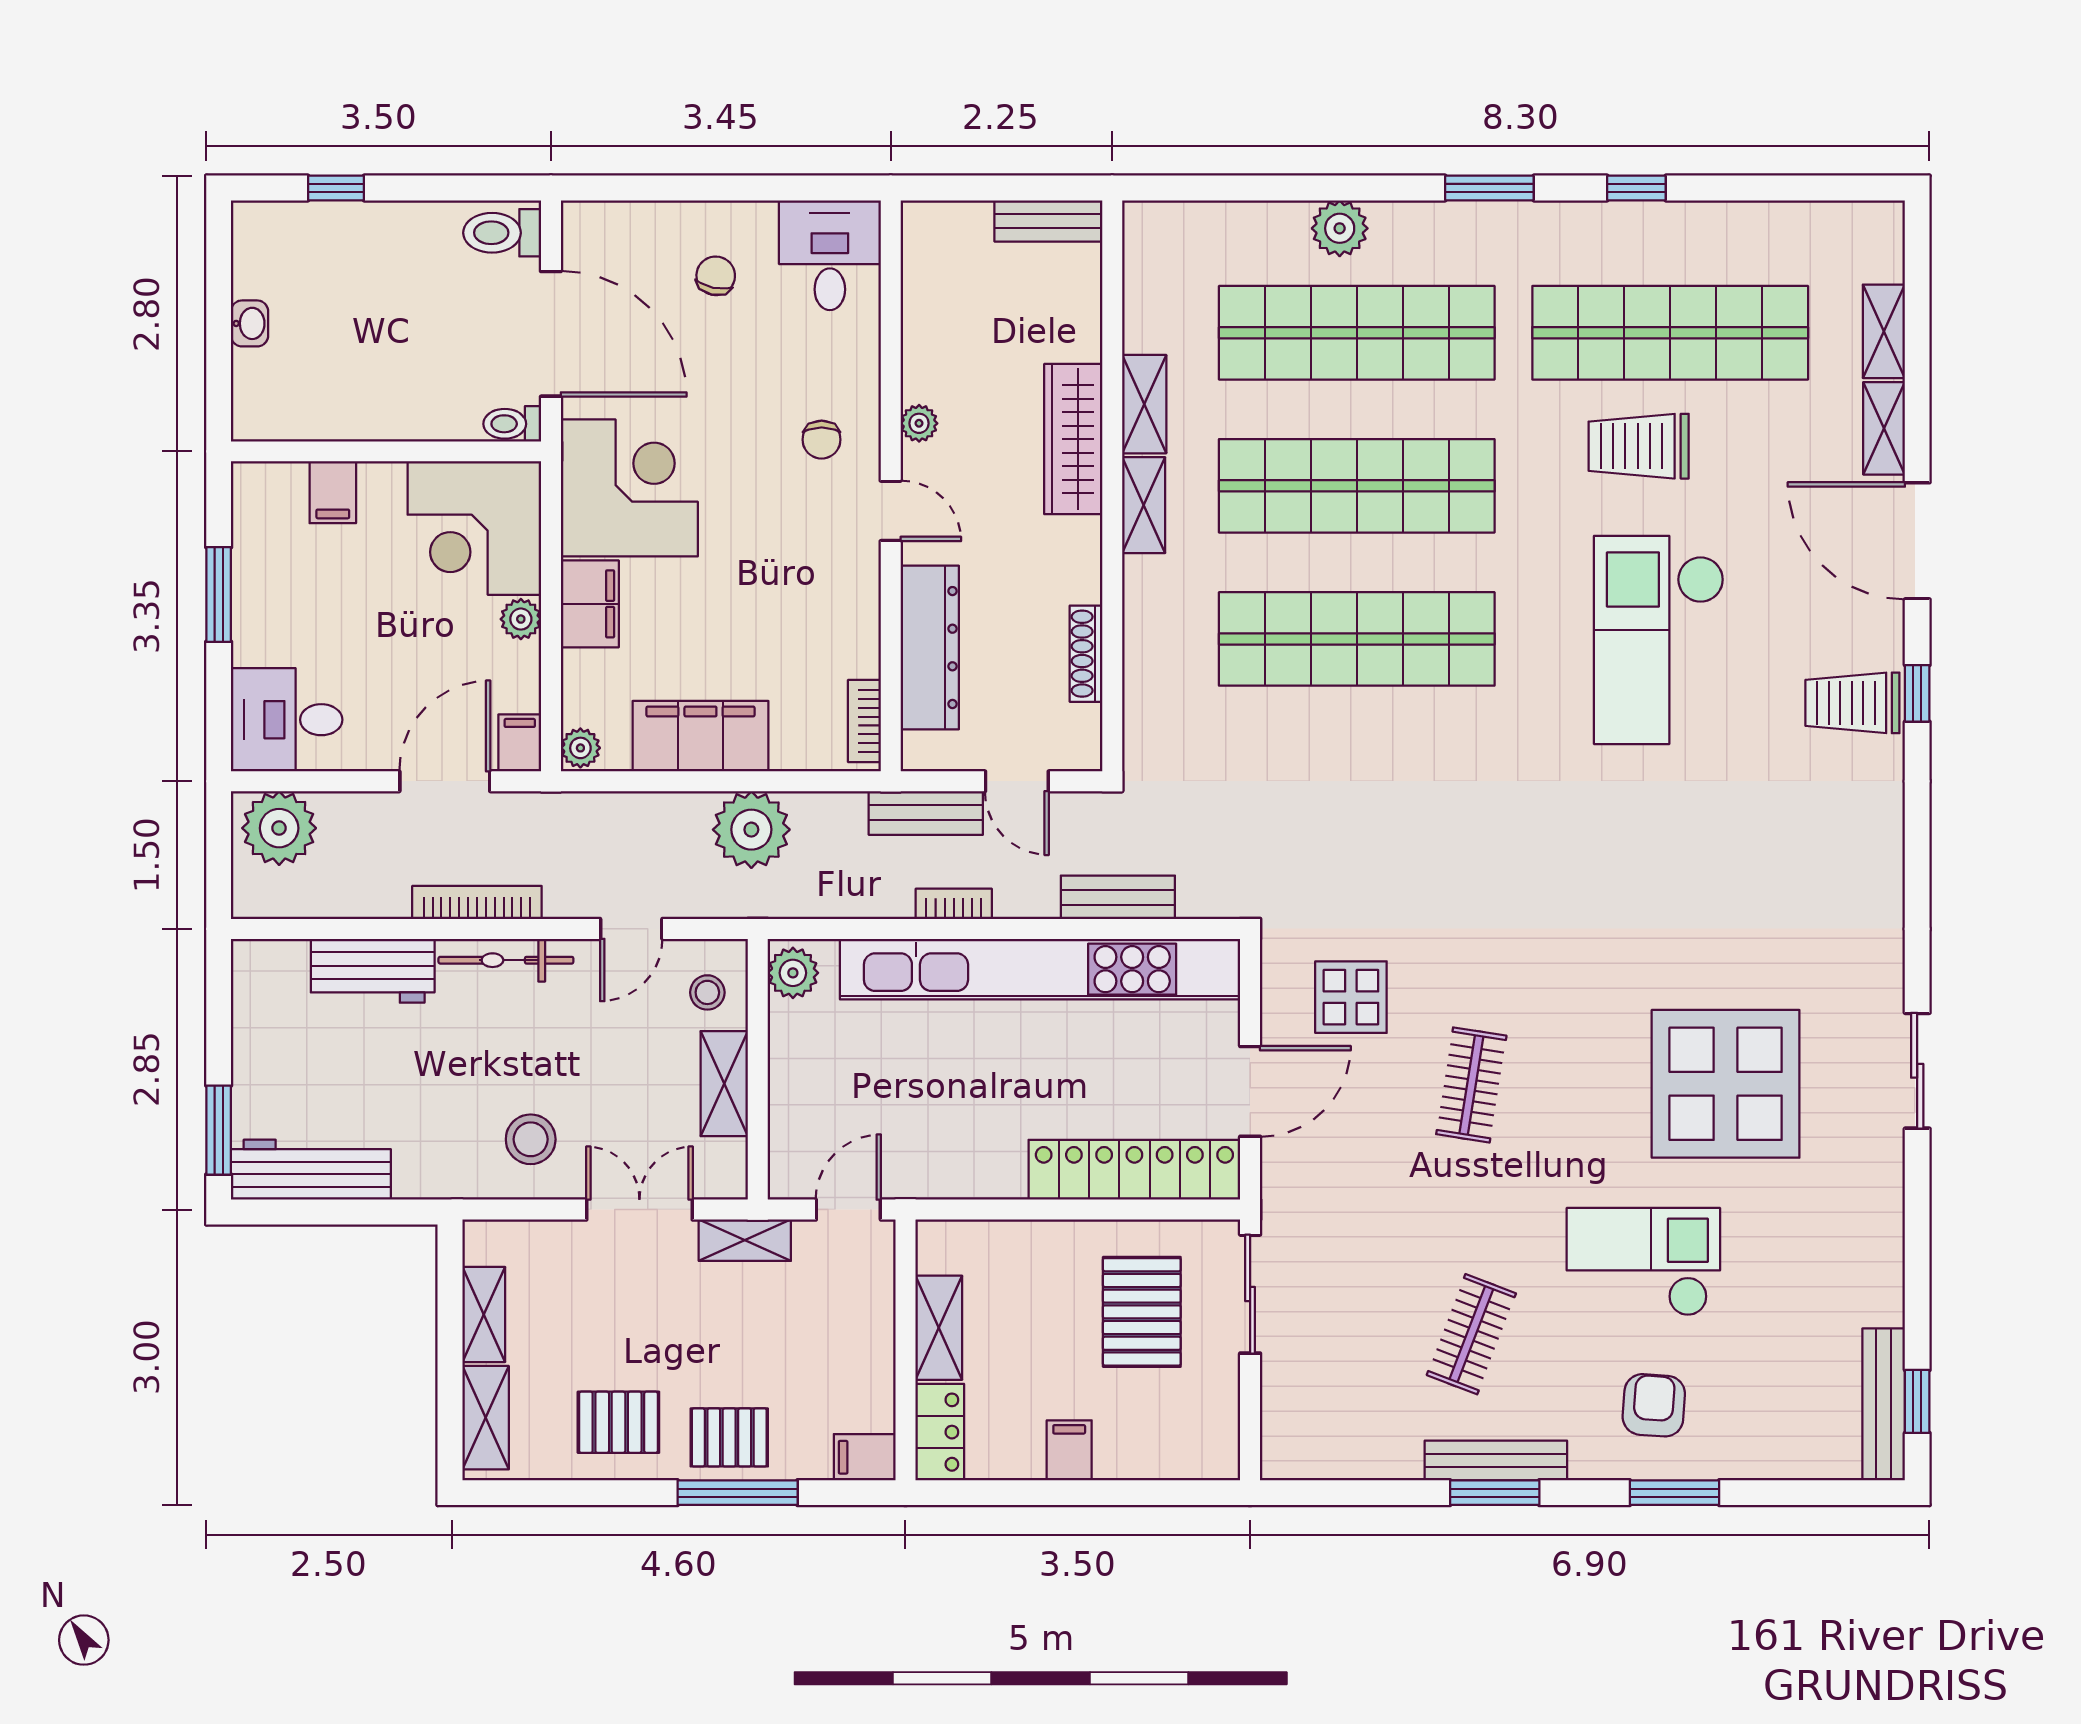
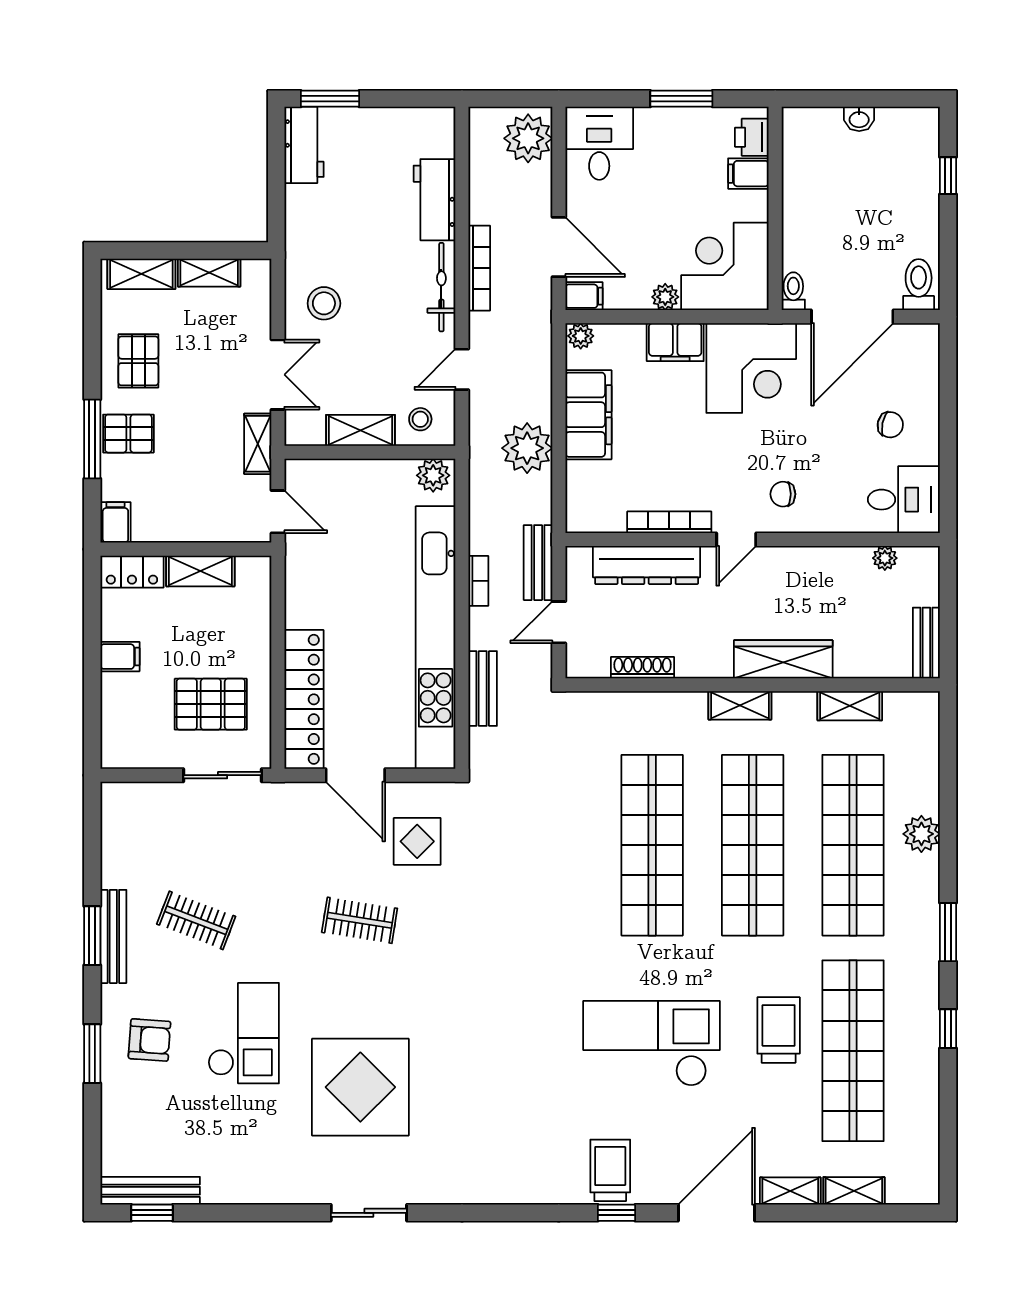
shelving: (1144, 404) -> (850, 706), moved
plant: (919, 423) -> (885, 558), moved
printer: (277, 487) -> (752, 137), added
bookcase: (864, 721) -> (669, 522), moved, width x1.56
door: (631, 929) -> (462, 369), hinge flipped
workbench: (311, 1170) -> (304, 145), width x0.73
pallet: (729, 1437) -> (128, 434), turned 90

